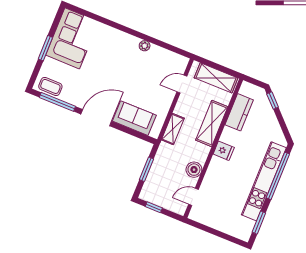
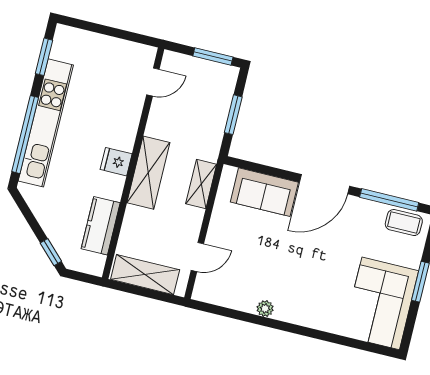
shelving: (212, 123) -> (148, 173), moved
boiler: (194, 170) -> (159, 125), removed
window: (154, 207) -> (213, 56), width x1.50

